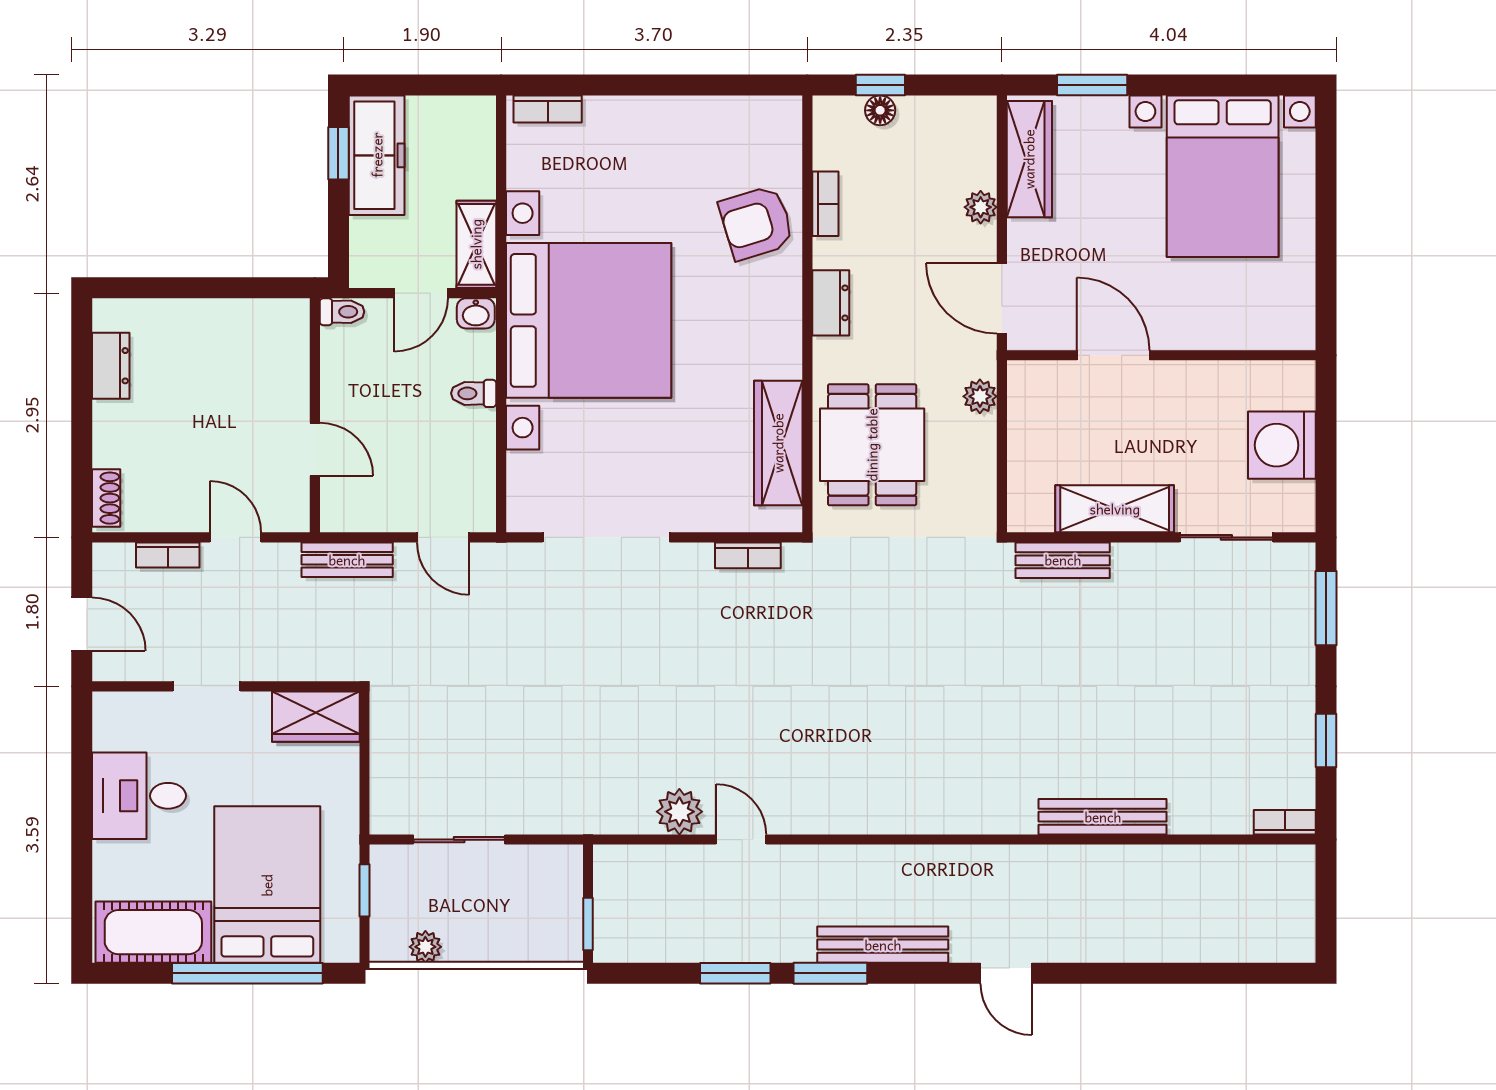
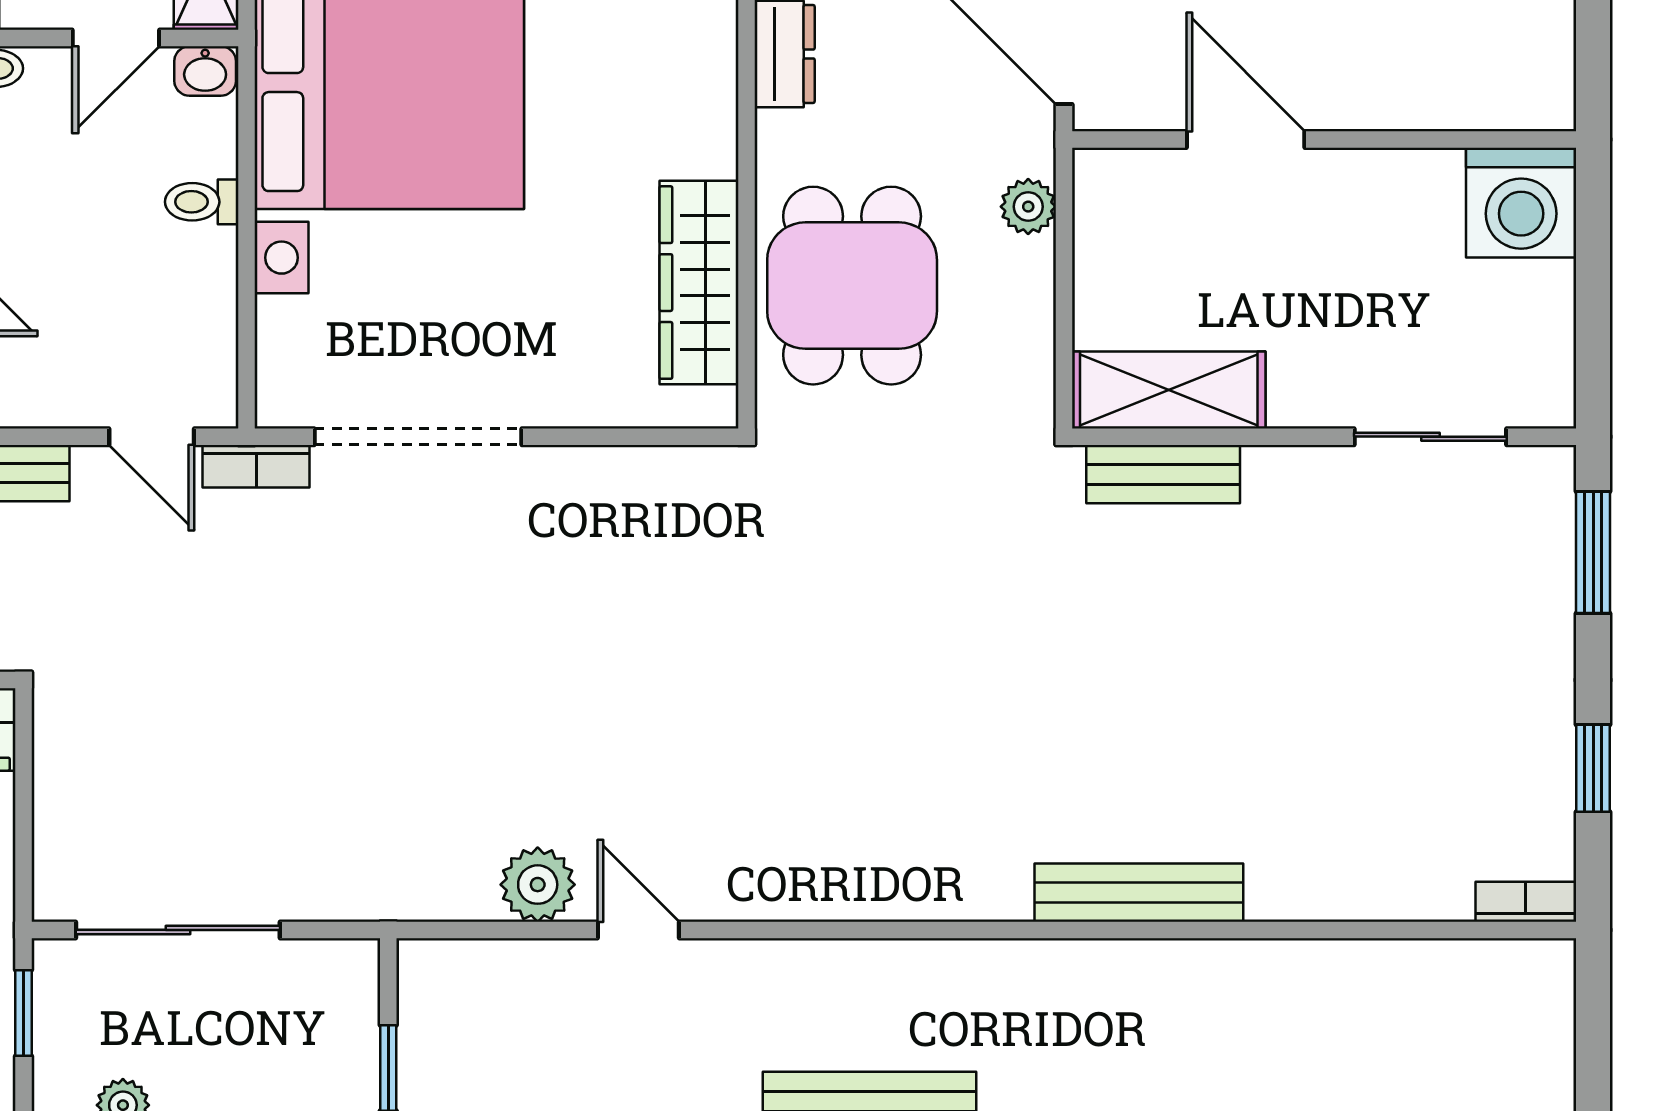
washing machine: (1282, 445) -> (1521, 203), moved, turned -90
shelving: (1115, 509) -> (1169, 390), moved
bookcase: (748, 555) -> (256, 466), moved
bench: (1103, 817) -> (1139, 893), moved
sliding door: (459, 840) -> (178, 930), width x1.37

